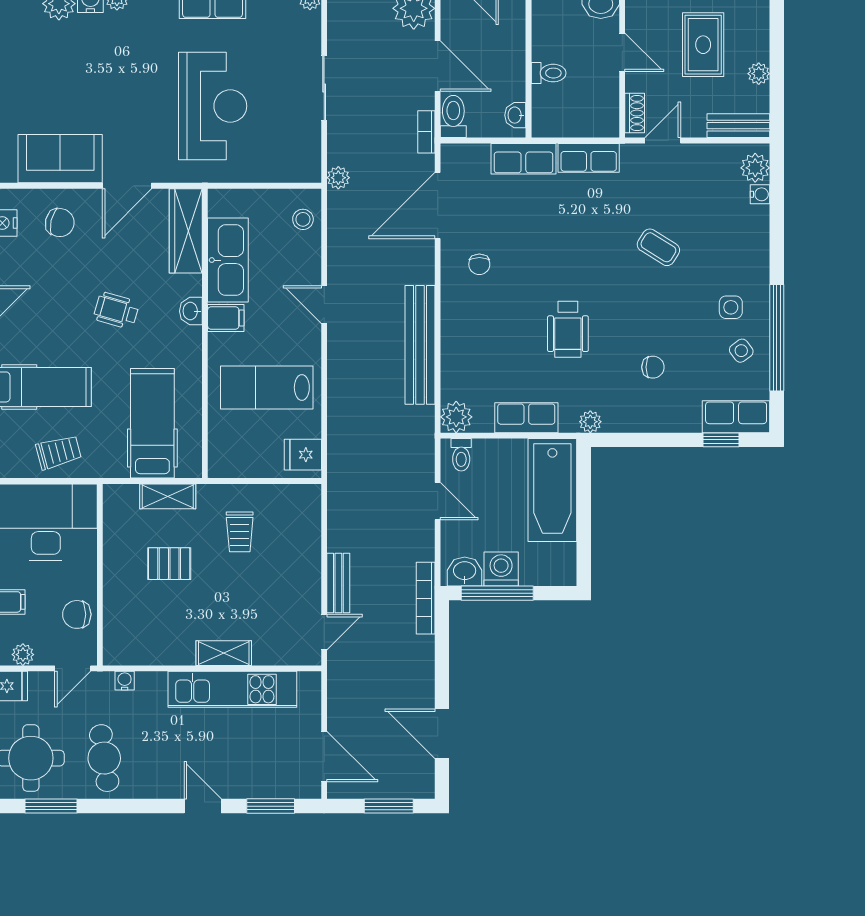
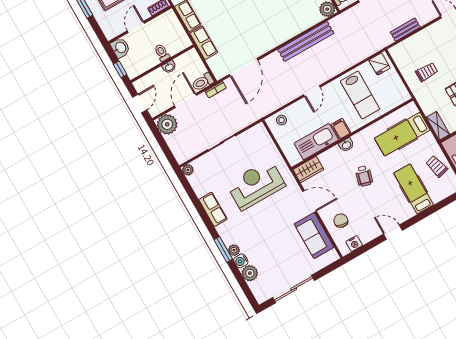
washbasin: (515, 115) -> (169, 67), moved
plant: (338, 178) -> (256, 115), removed
door: (438, 205) -> (244, 67), hinge flipped
wardrobe: (186, 231) -> (308, 170), width x0.67
chair: (479, 264) -> (258, 36), removed
shelving: (168, 496) -> (438, 126), moved
bench: (338, 583) -> (405, 30), moved

